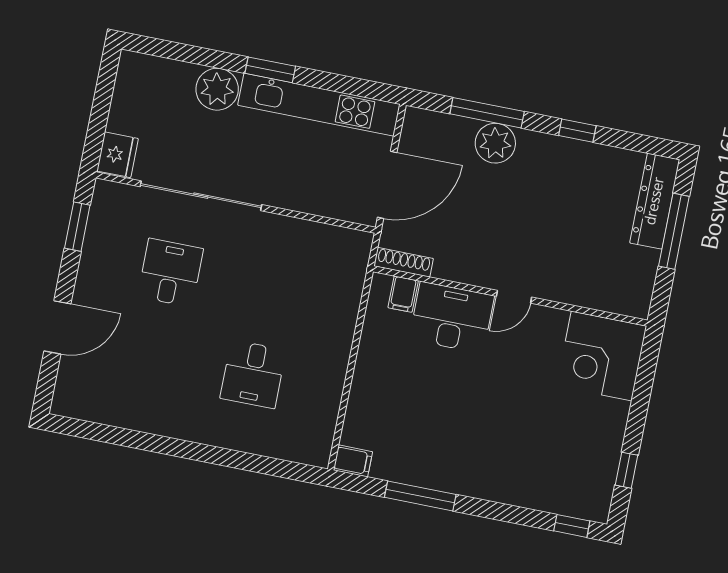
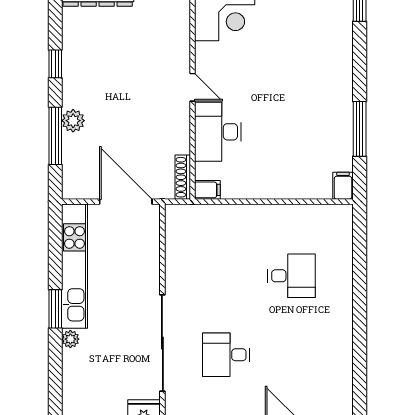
plant: (217, 89) -> (70, 339), width x0.53, depth x0.53
plant: (495, 143) -> (73, 121), width x0.73, depth x0.73
filing cabinet: (403, 294) -> (207, 190), moved

